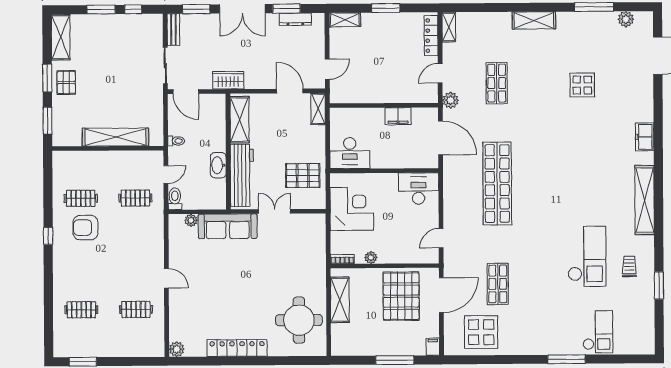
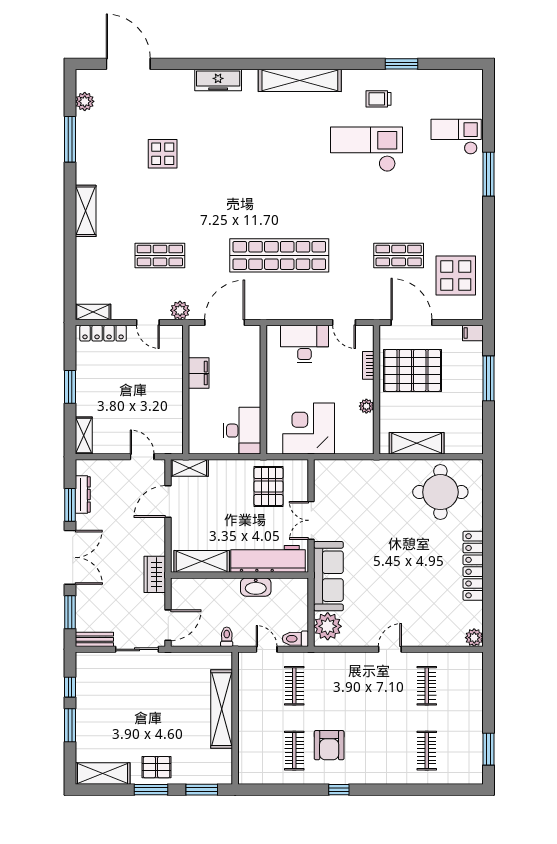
freezer: (645, 137) -> (218, 80), width x1.40
desk: (419, 189) -> (304, 344), moved, turned 90
plant: (191, 220) -> (328, 626), width x1.87, depth x1.87
bookcase: (342, 259) -> (368, 365), moved

